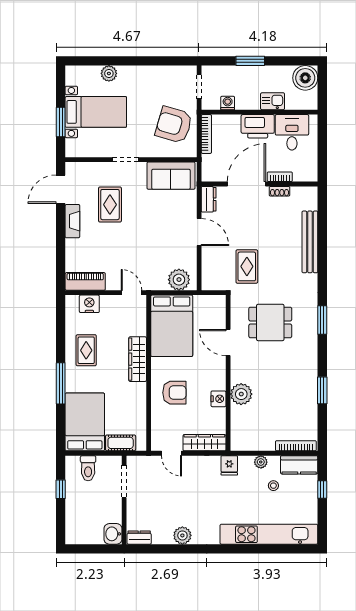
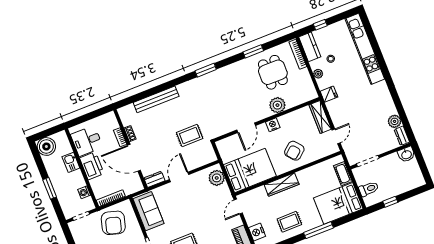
dining table: (270, 322) -> (273, 72), moved
armchair: (174, 393) -> (294, 151), turned -130
nightstand: (218, 399) -> (273, 125), moved
plant: (182, 535) -> (395, 121), moved

